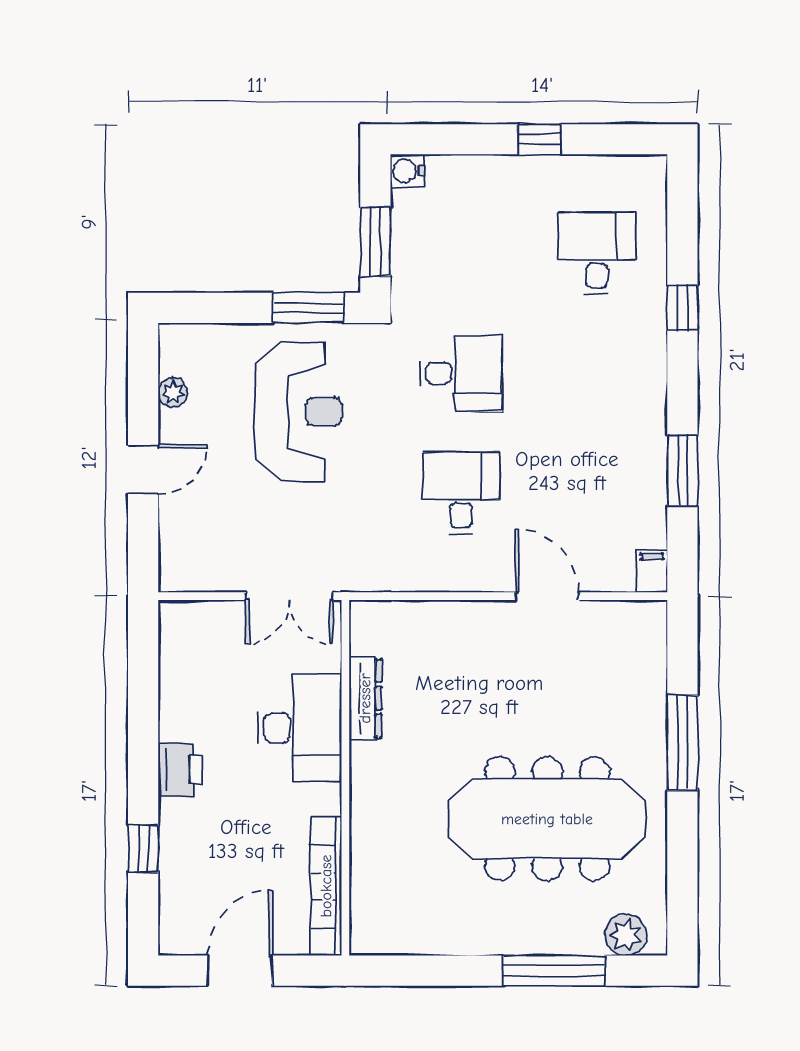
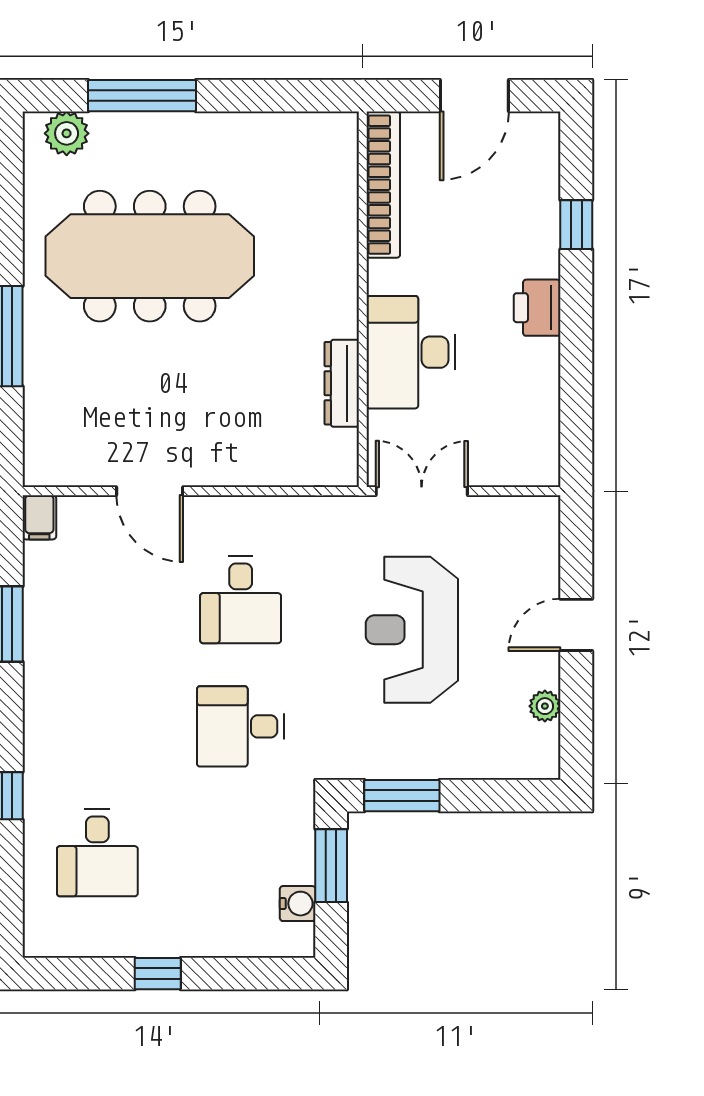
water cooler: (407, 171) -> (298, 904), moved
reception desk: (299, 412) -> (412, 630), moved

